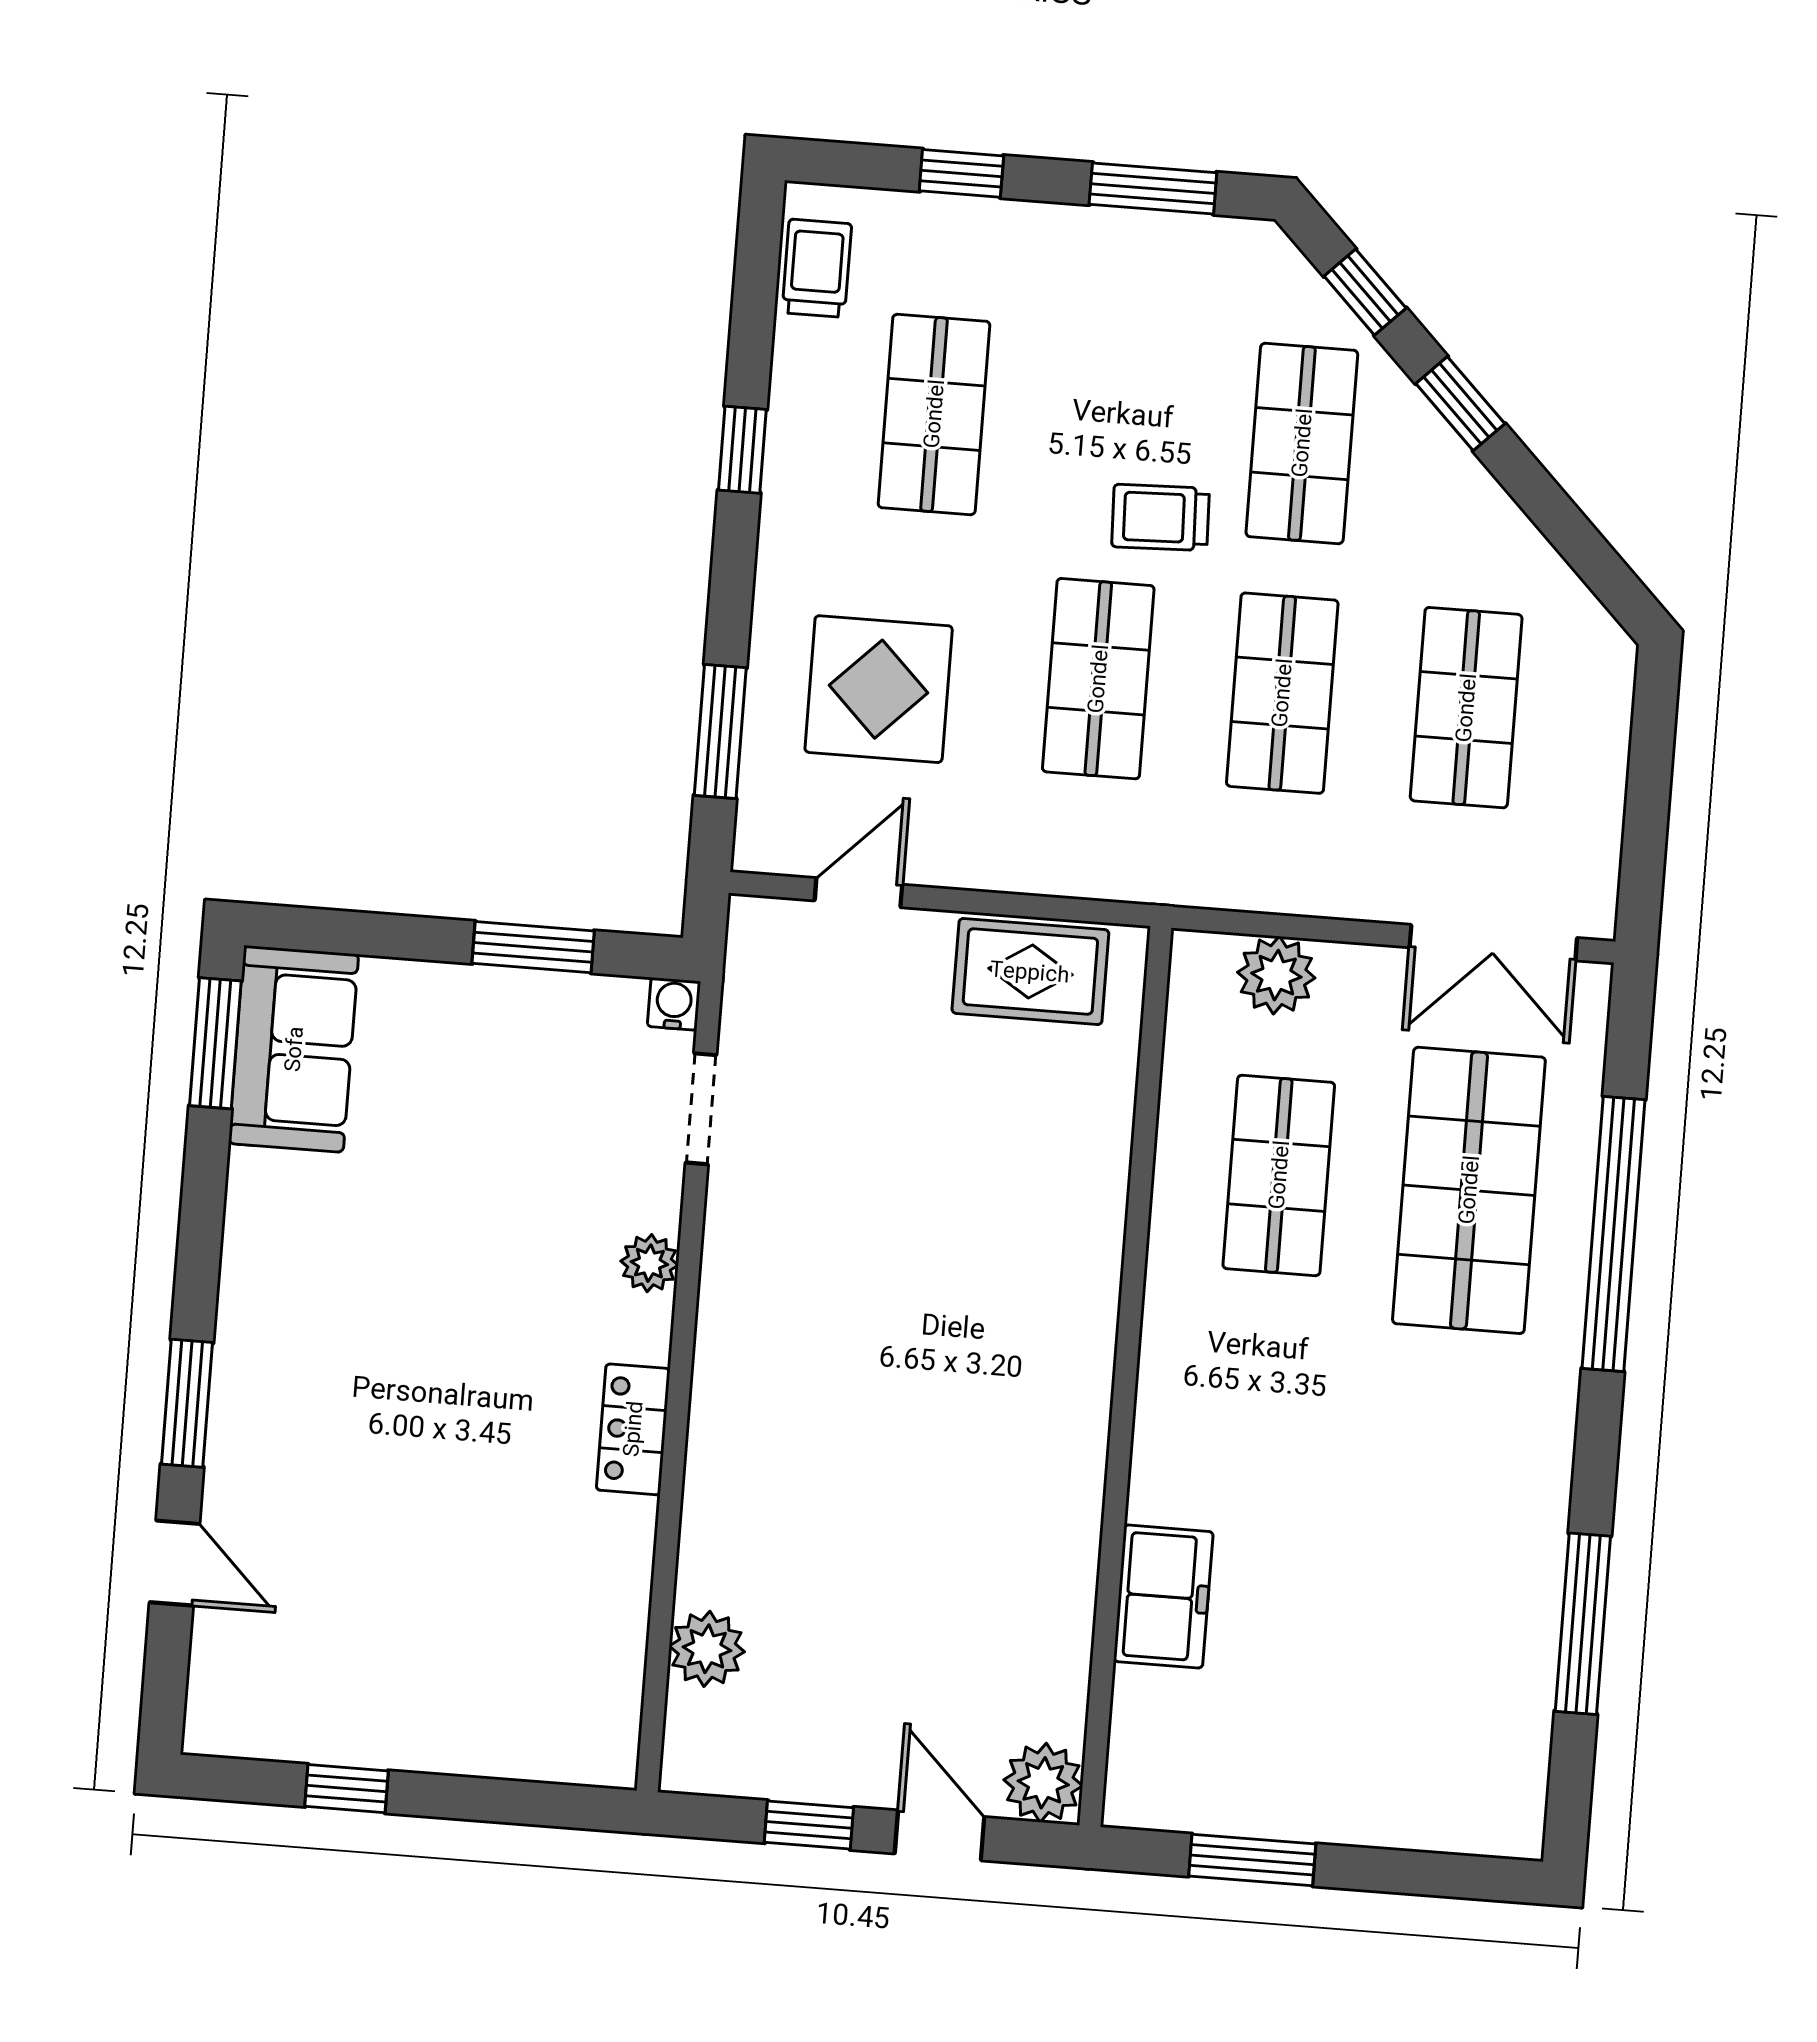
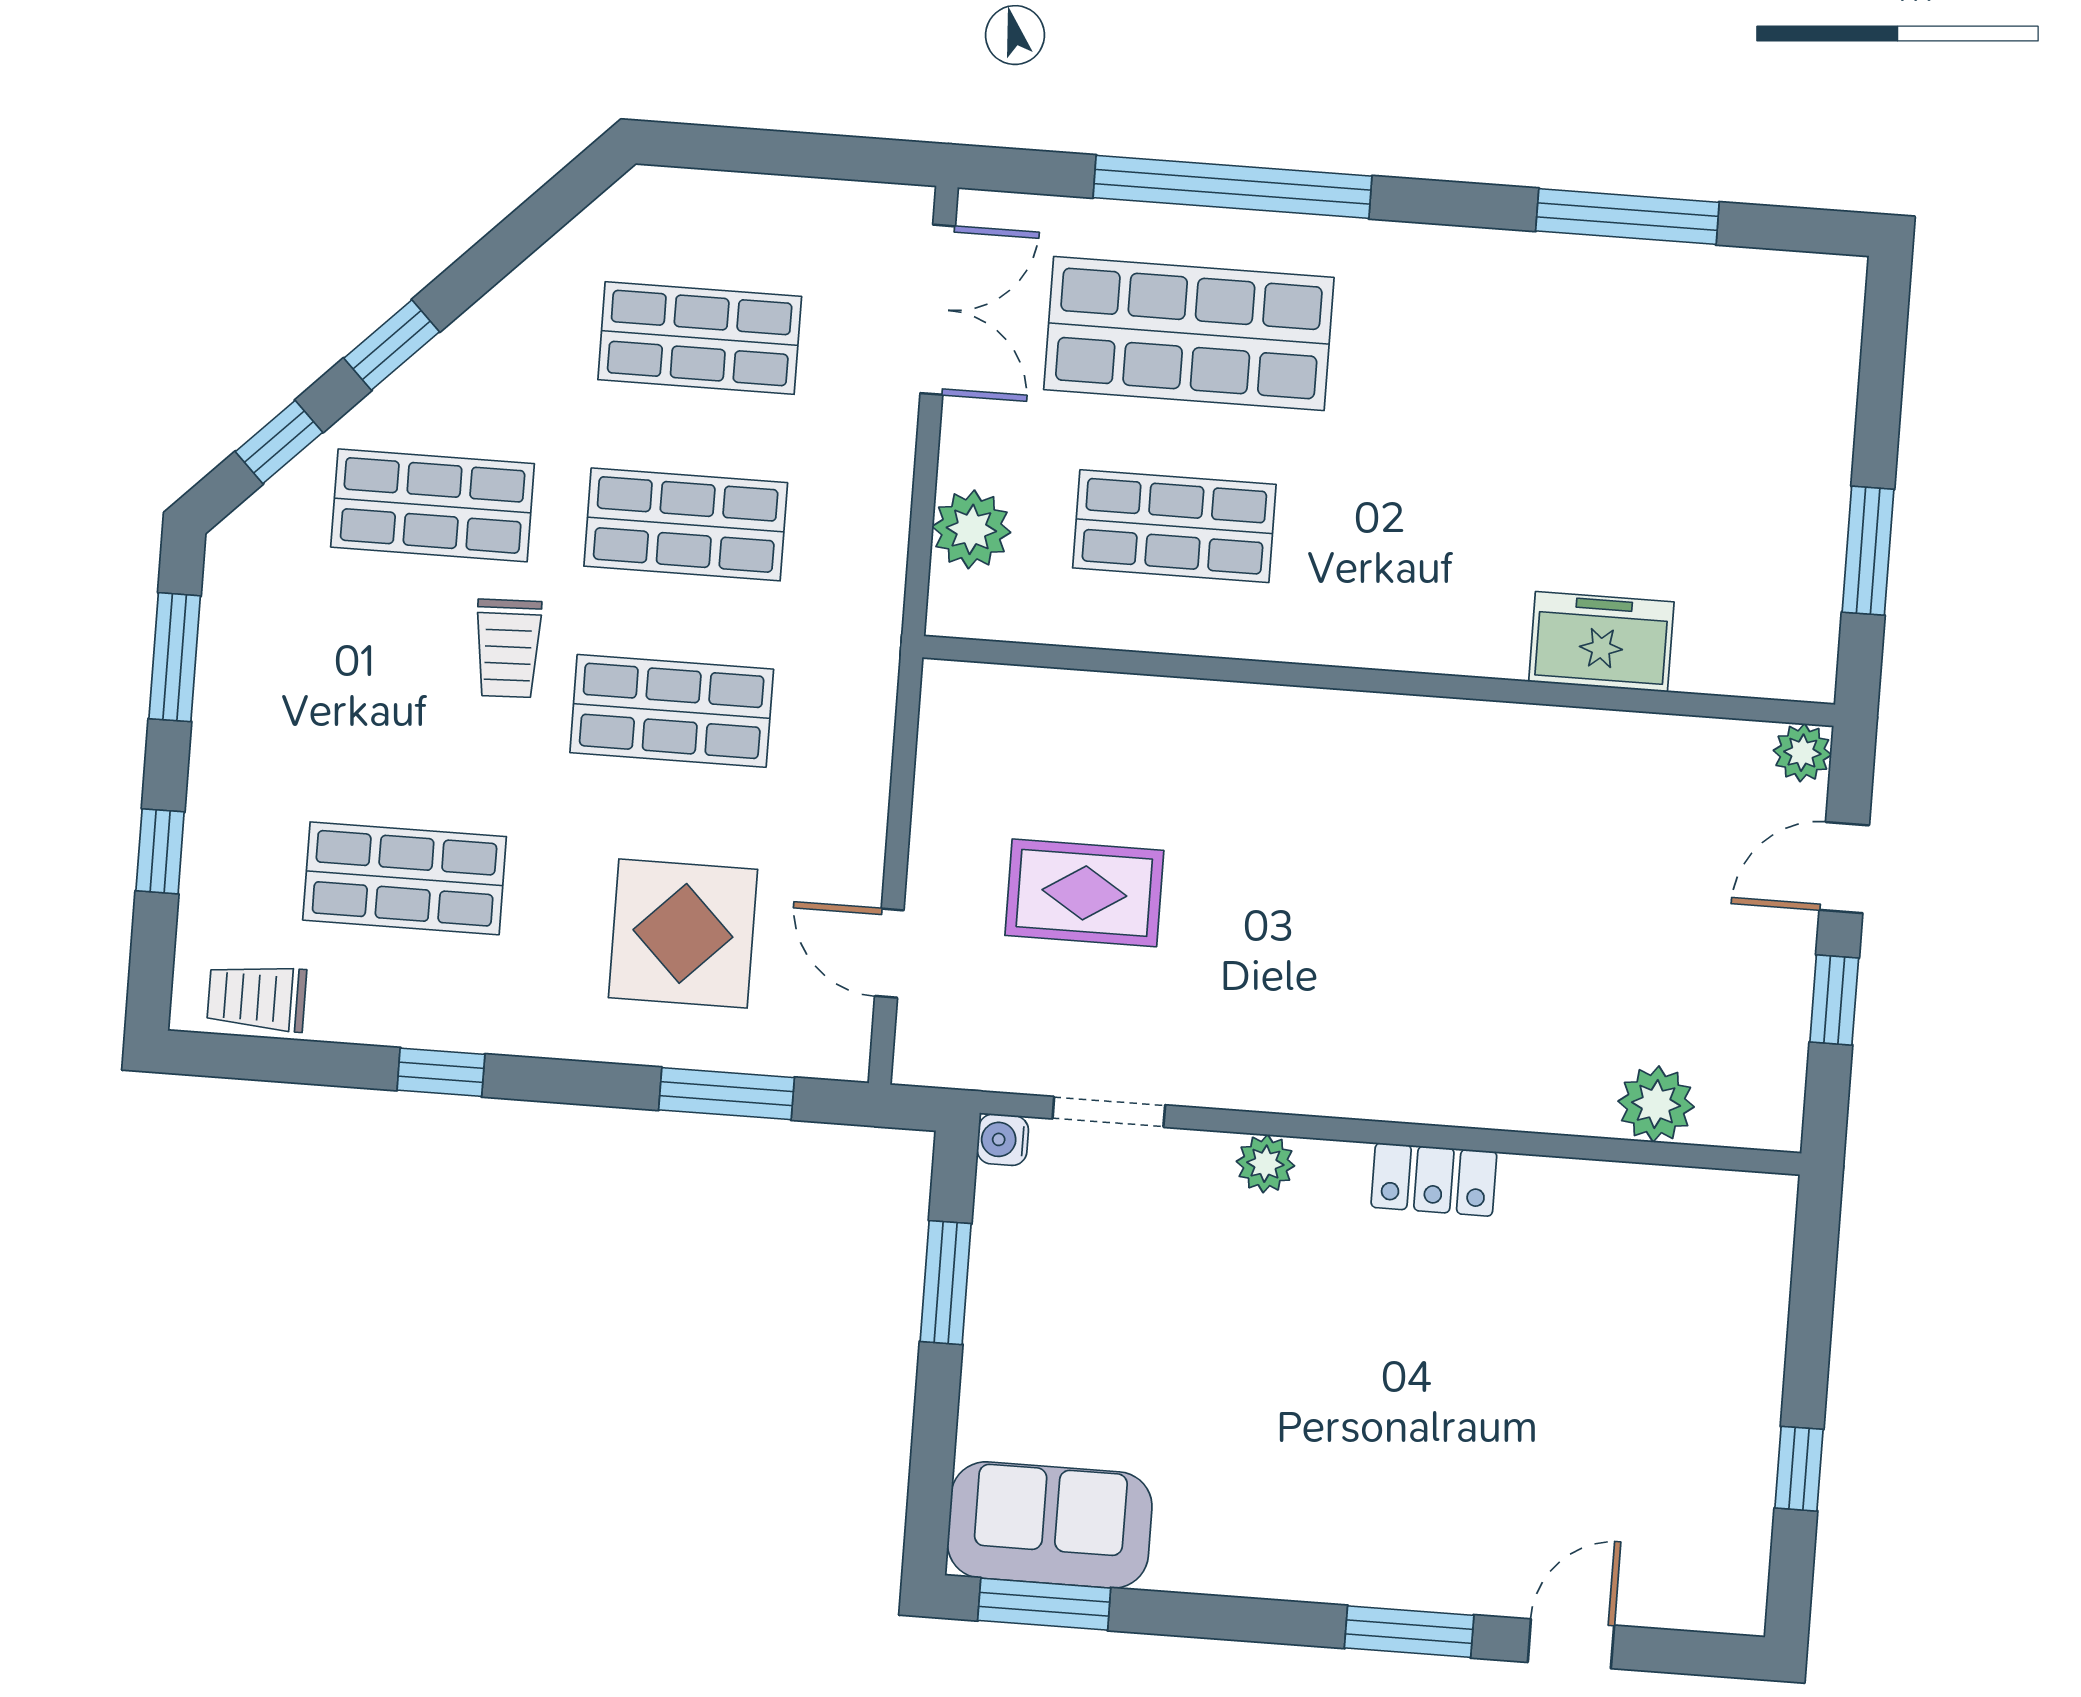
rug: (1030, 972) -> (1084, 893), moved, turned 90
plant: (1043, 1783) -> (1802, 753), width x0.73, depth x0.73

